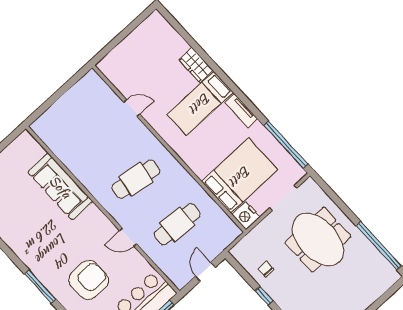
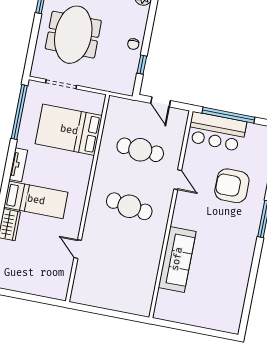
nightstand: (246, 216) -> (95, 103), removed
chair: (266, 269) -> (133, 44), moved
door: (205, 272) -> (161, 102), hinge flipped
window: (264, 296) -> (142, 65), moved

